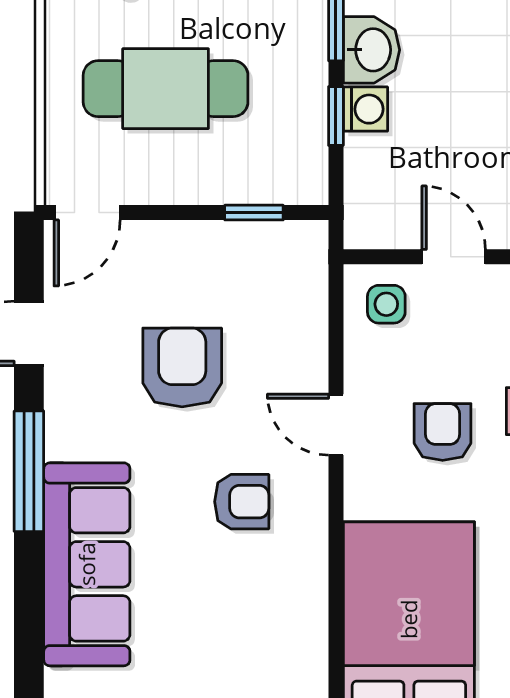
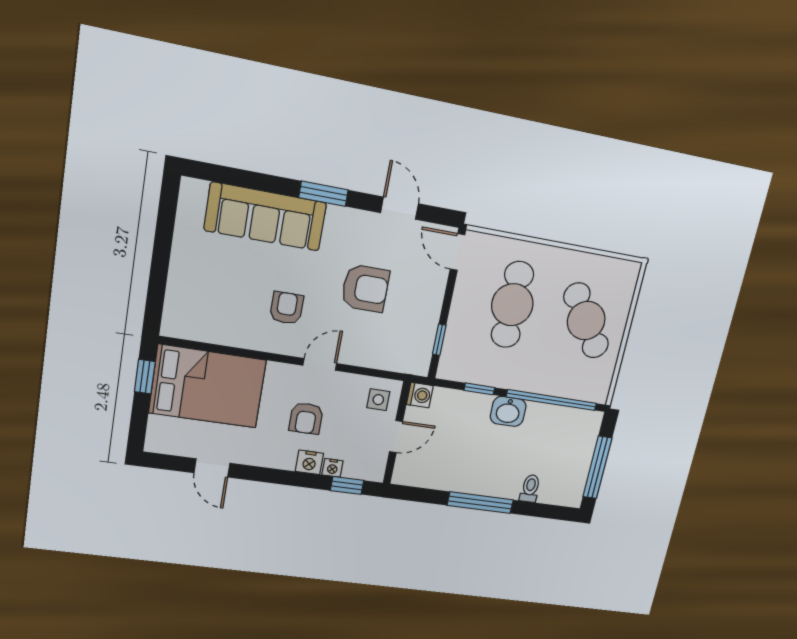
washing machine: (365, 109) -> (420, 395), moved, turned -90
armchair: (443, 432) -> (306, 418), turned 90
window: (29, 471) -> (323, 194), width x0.69
armchair: (242, 502) -> (287, 308), turned 180

